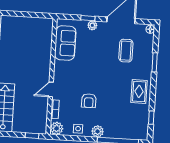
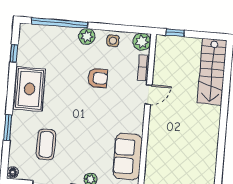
rug: (139, 91) -> (30, 89), width x1.36, depth x1.43
armchair: (89, 101) -> (98, 78), turned 90

